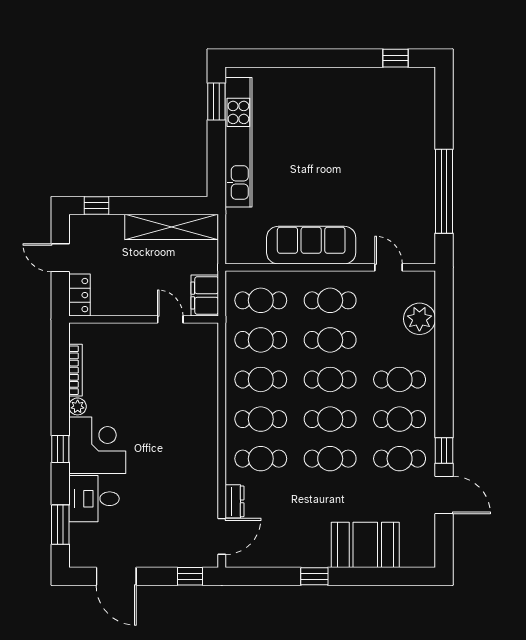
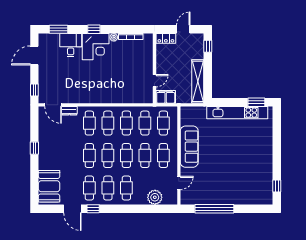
door: (444, 495) -> (72, 209), hinge flipped
booth: (365, 545) -> (49, 186), moved

